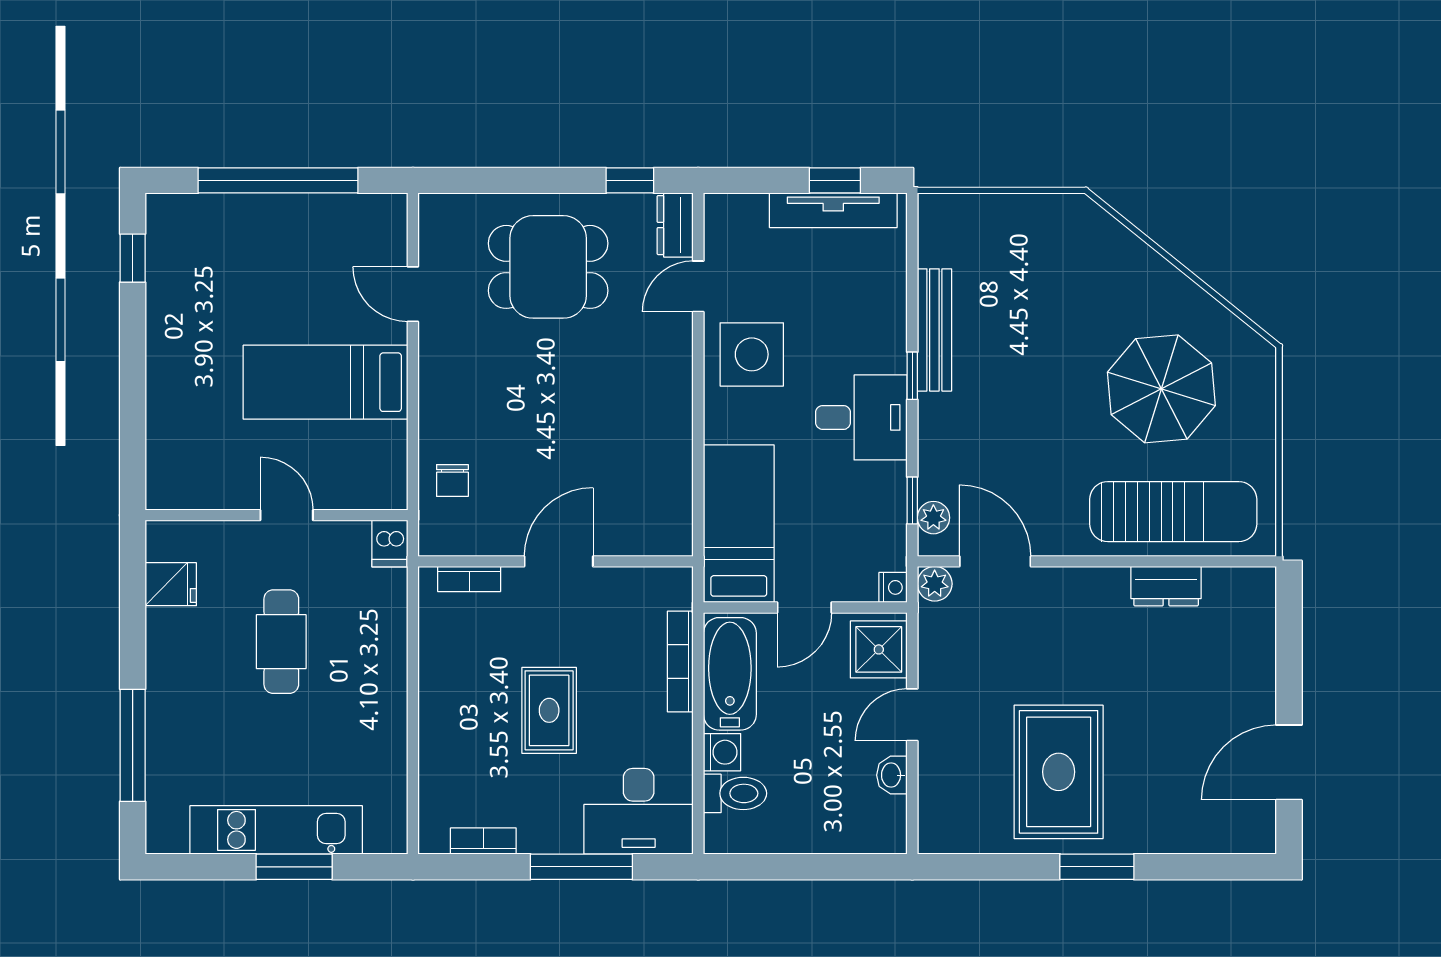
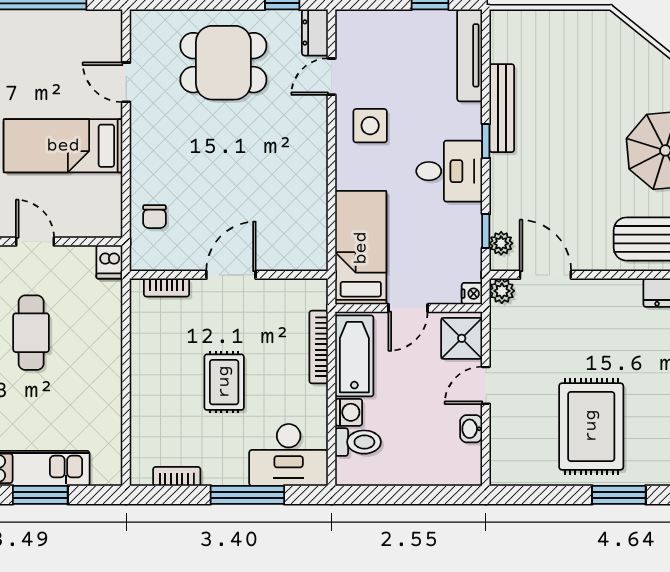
tv unit: (833, 210) -> (470, 55), moved, turned 90
side table: (752, 354) -> (370, 126), width x0.73, depth x0.73

